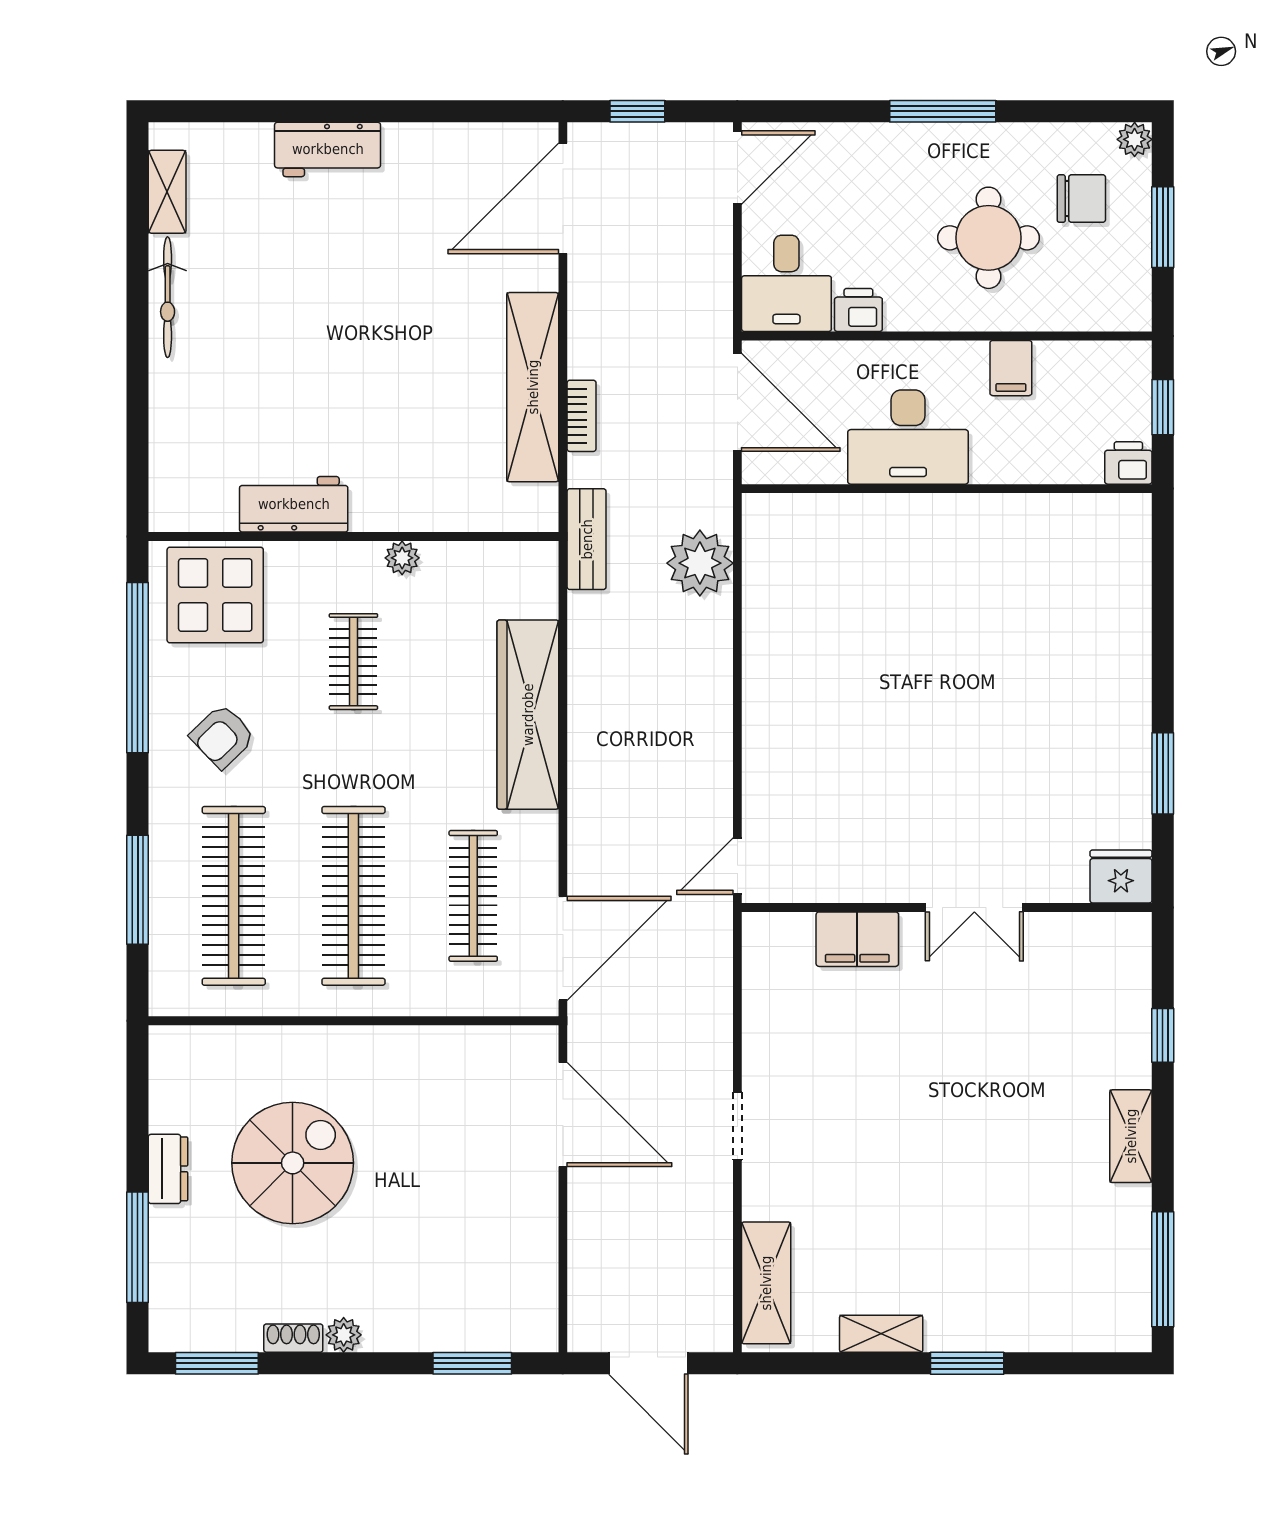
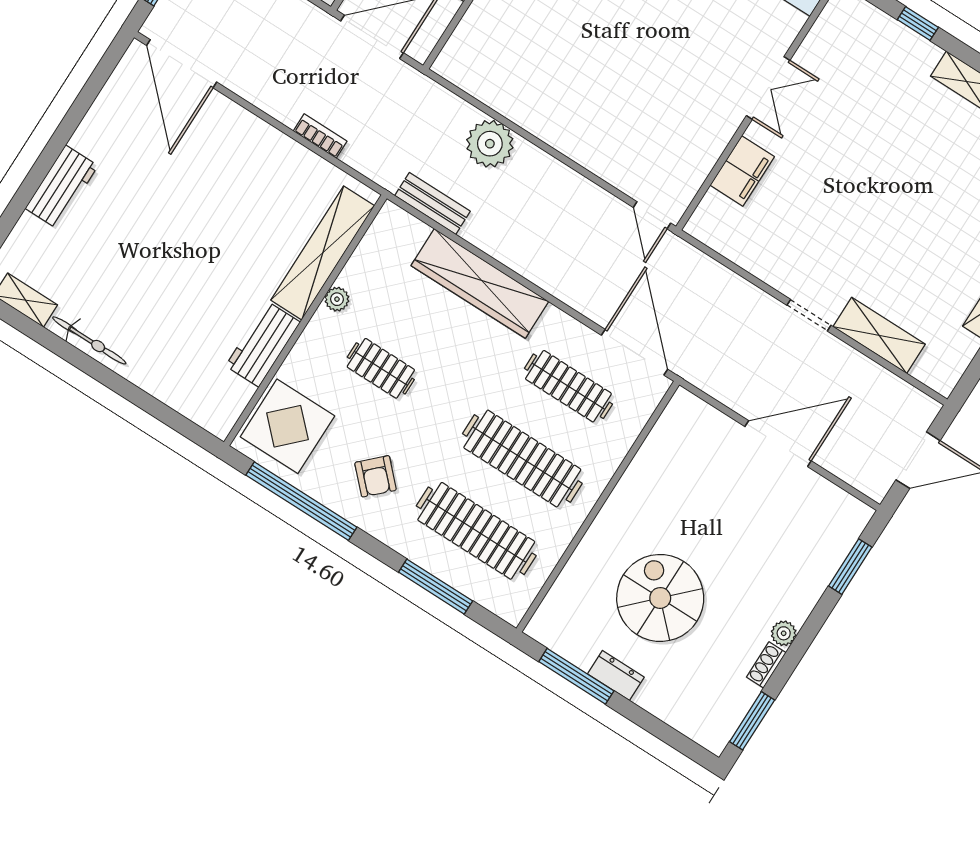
shelving: (533, 387) -> (323, 253), moved, turned 90
bench: (587, 539) -> (432, 203), moved
plant: (700, 563) -> (490, 144), moved
door: (563, 1114) -> (778, 444), moved
window: (138, 1247) -> (576, 676), moved
shelving: (766, 1283) -> (879, 335), moved

